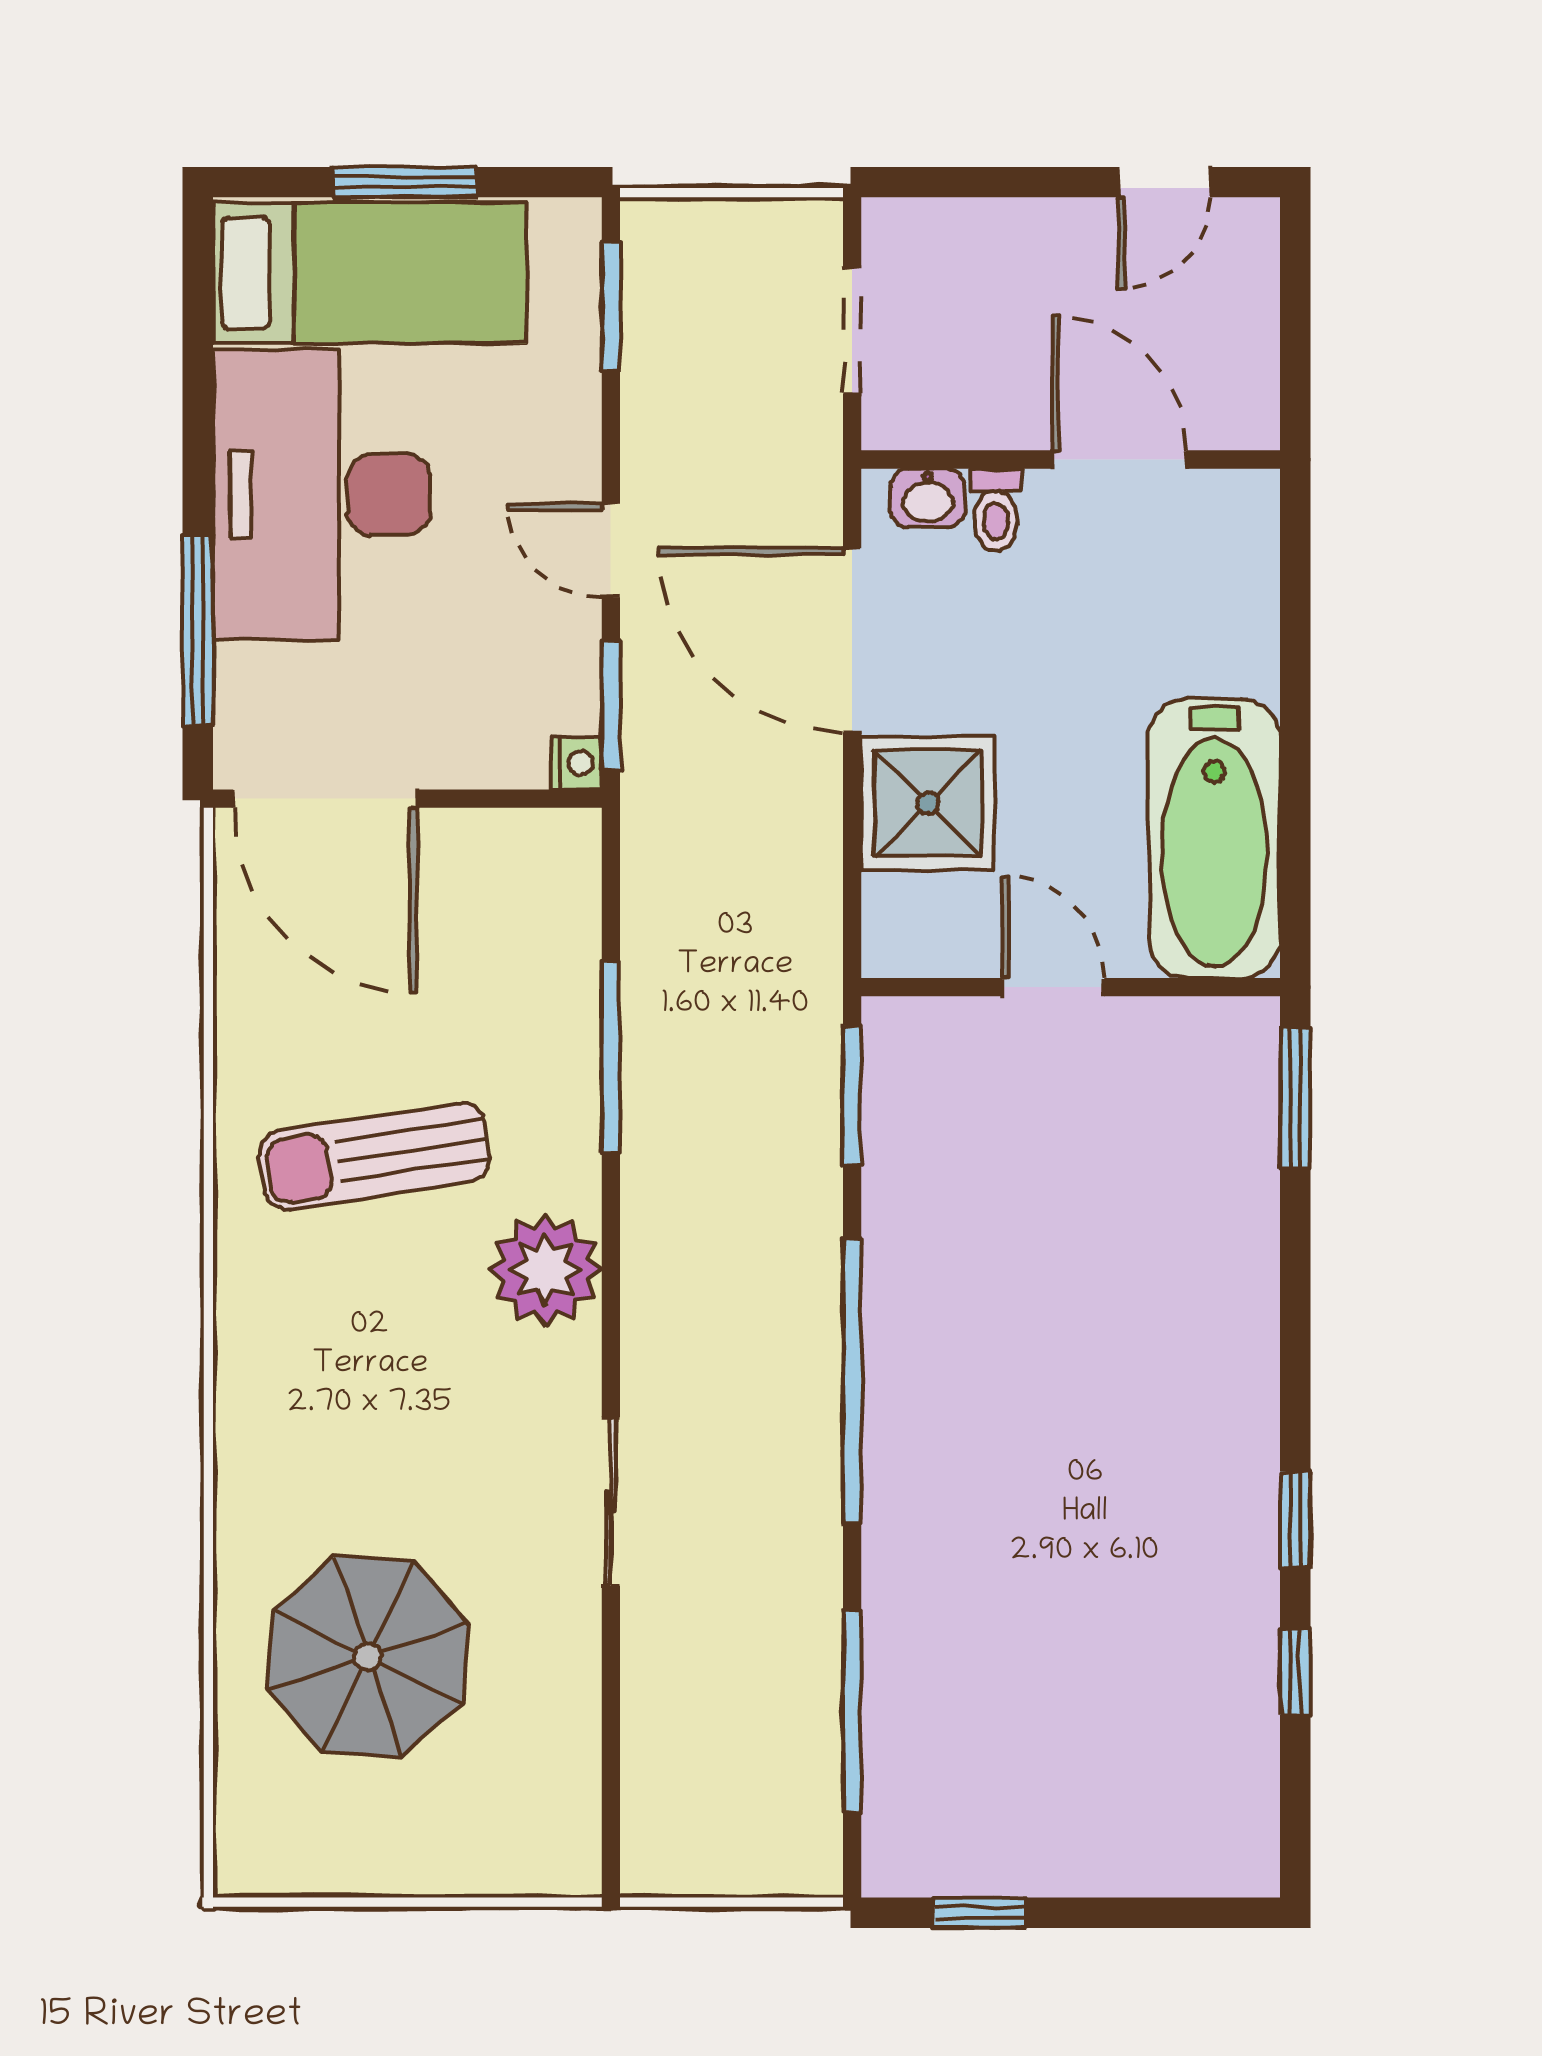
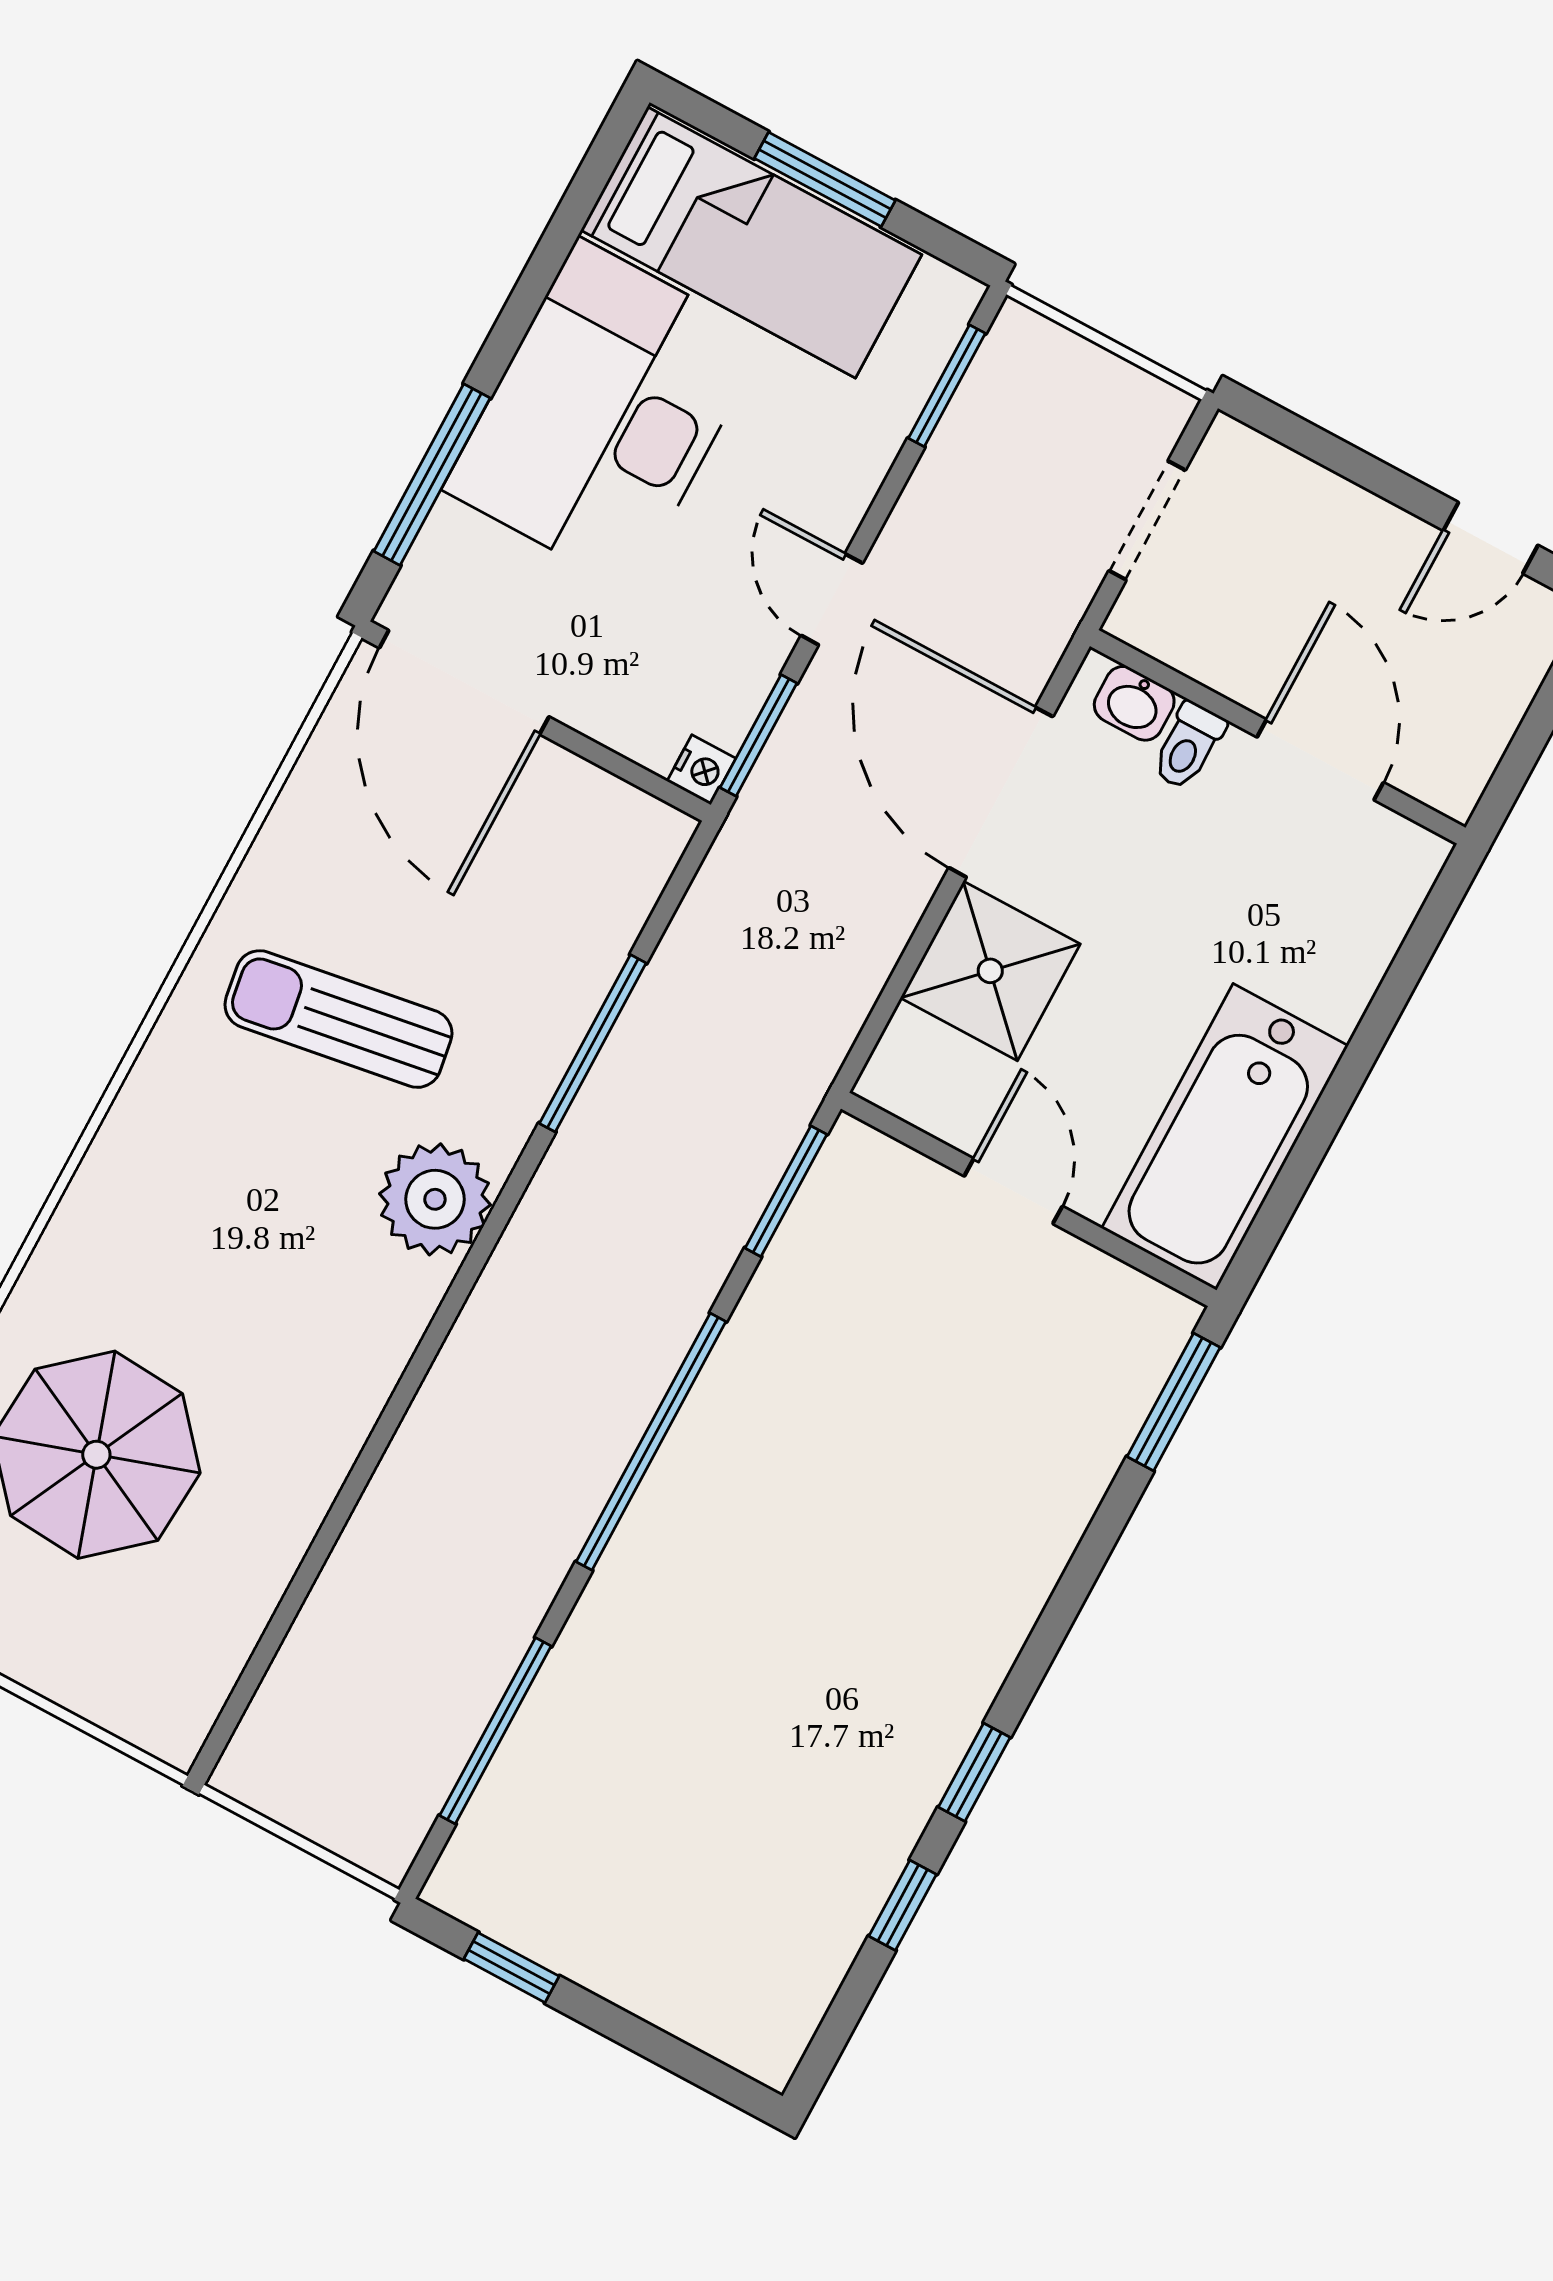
sliding door: (611, 1501) -> (383, 1433), removed

